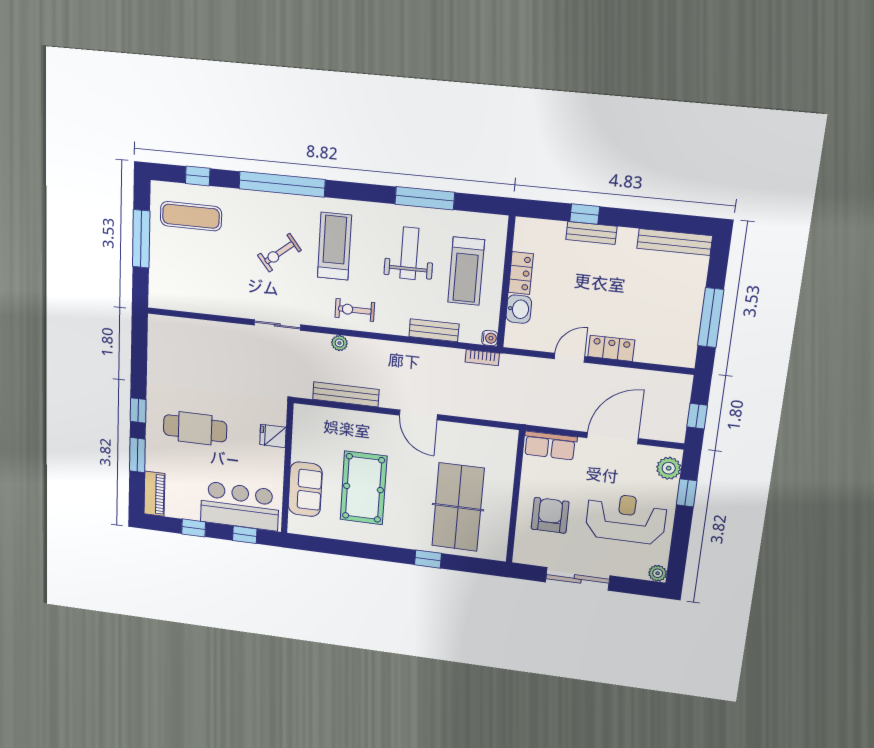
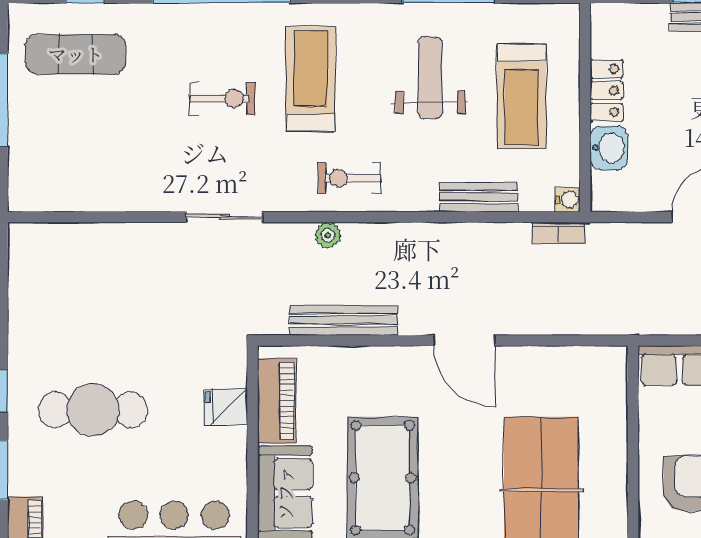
exercise bike: (279, 253) -> (222, 99), turned -141
piano: (303, 436) -> (277, 401), added

